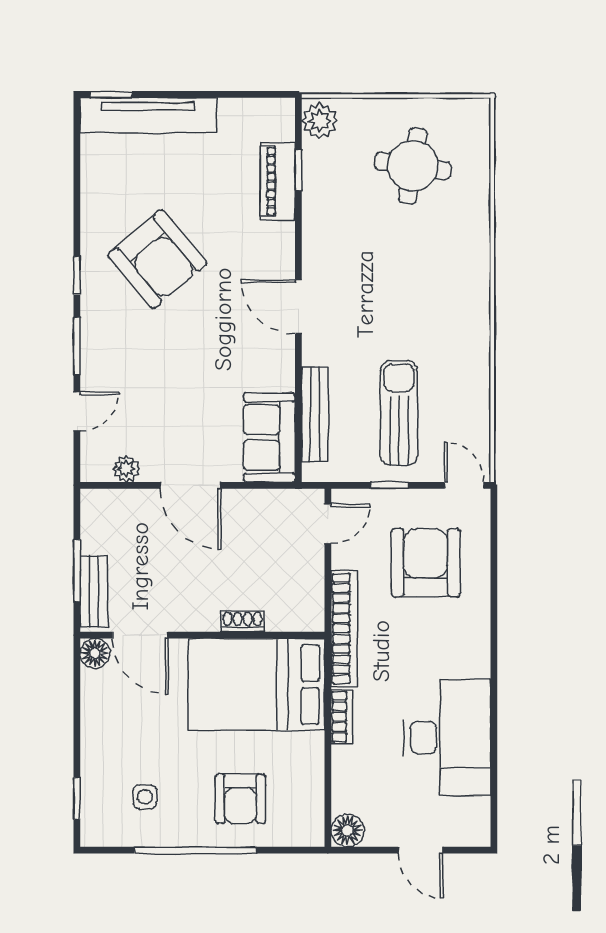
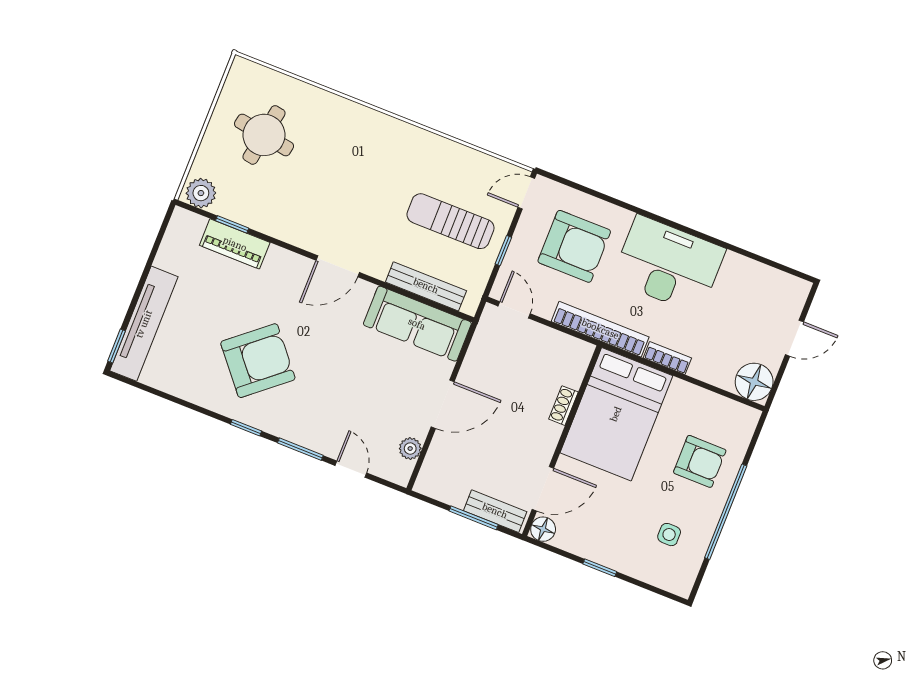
sofa: (269, 437) -> (417, 324), width x1.36
armchair: (426, 563) -> (574, 246), turned 180
desk: (447, 737) -> (669, 265), moved
window: (77, 799) -> (600, 568), moved
floor lamp: (347, 831) -> (754, 382), width x1.38, depth x1.38

